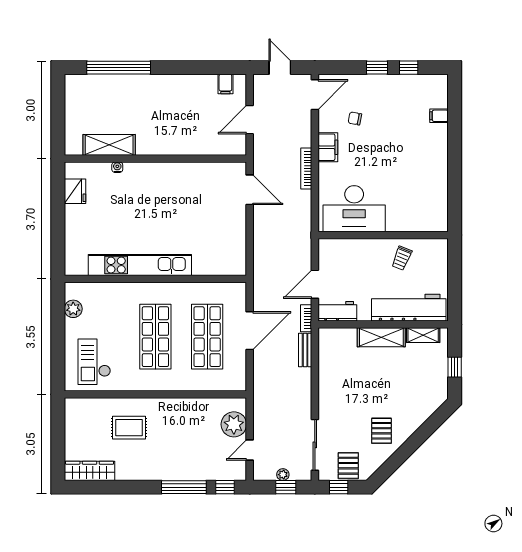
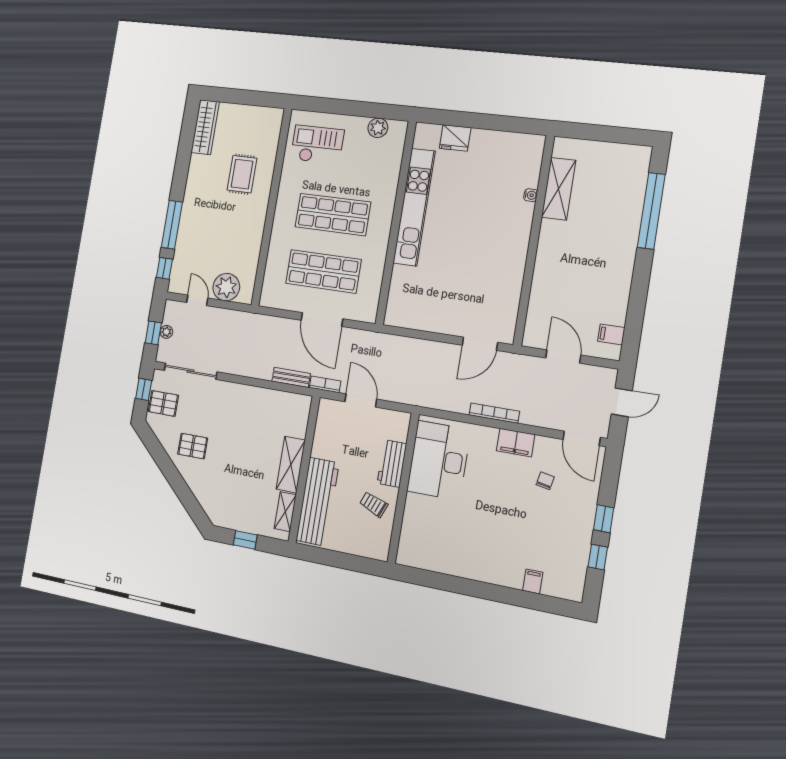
fridge: (75, 191) -> (455, 138), moved
workbench: (337, 311) -> (392, 463), moved, turned 180

